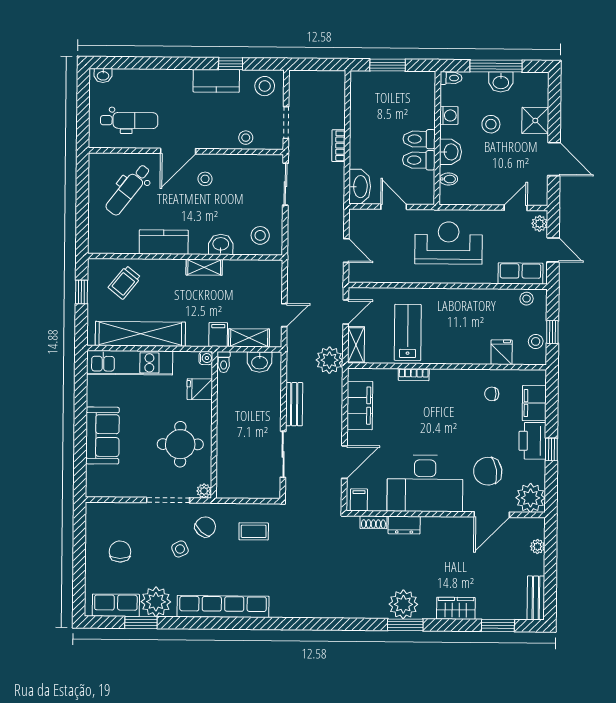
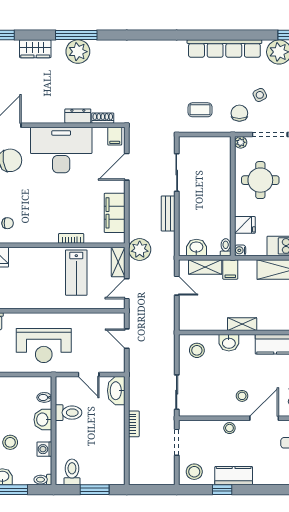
stool: (246, 138) -> (229, 428), moved
toilet: (419, 139) -> (72, 472), moved, turned -90
door: (284, 315) -> (177, 286), swing flipped
chair: (205, 527) -> (239, 113), turned 138
window: (405, 625) -> (76, 35), width x1.44

